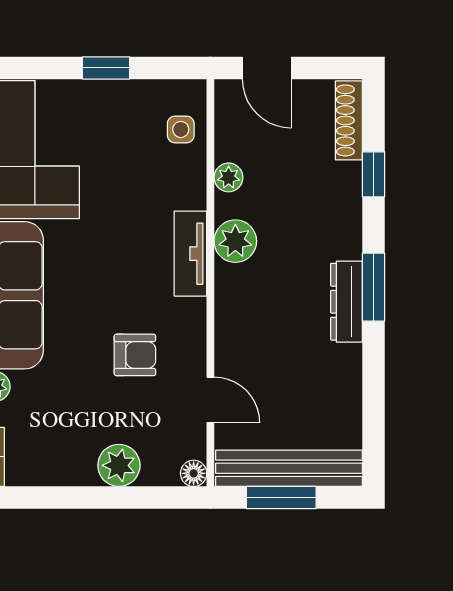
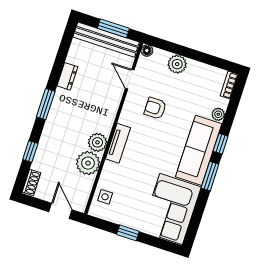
shoe rack: (349, 120) -> (32, 182), width x0.70
plant: (229, 177) -> (88, 163), width x1.87, depth x1.87
dresser: (346, 302) -> (67, 76), moved, width x0.70

